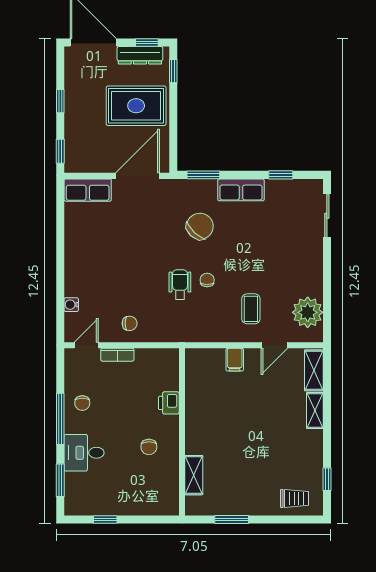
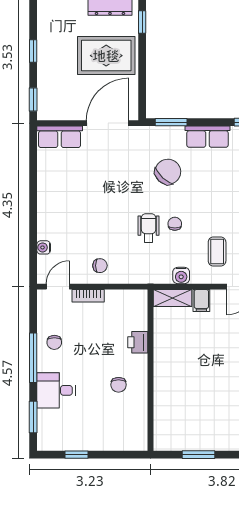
water cooler: (214, 334) -> (181, 276), added
shelving: (194, 475) -> (172, 298), moved, turned 90

